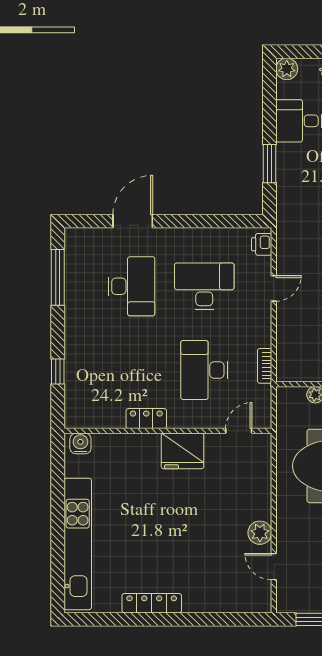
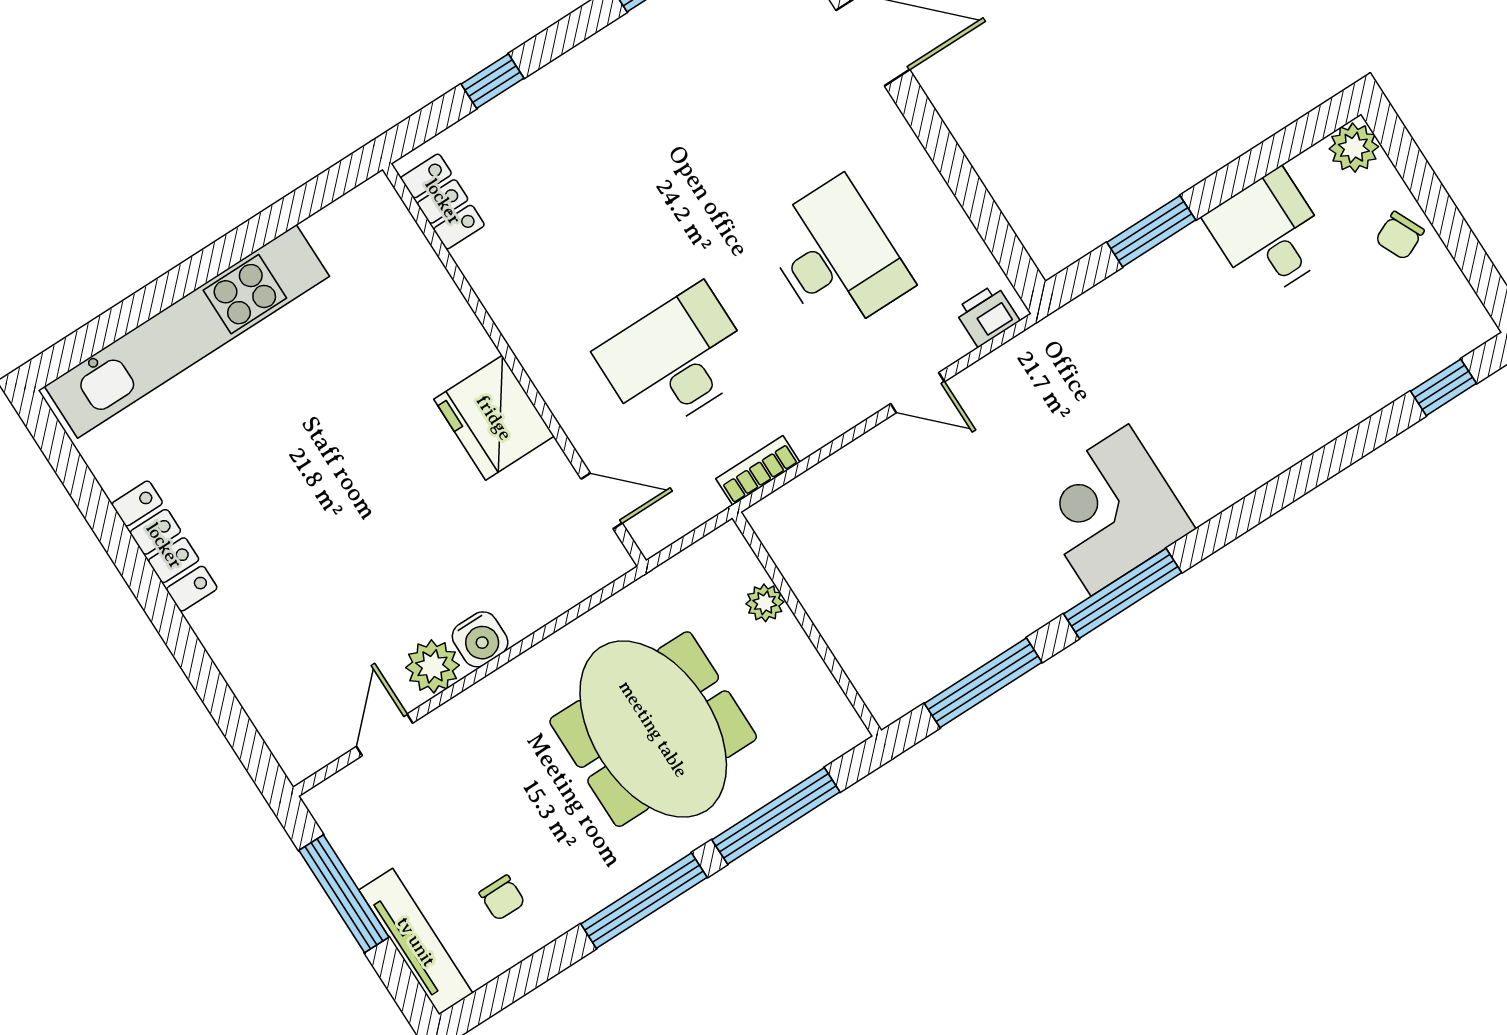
desk: (131, 286) -> (747, 117), removed
locker: (146, 419) -> (443, 202), moved
water cooler: (80, 443) -> (480, 639), moved, turned 90

